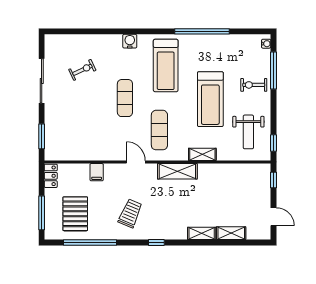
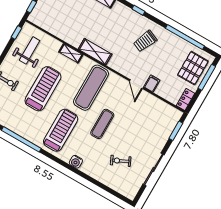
exercise mat: (159, 130) -> (91, 88), width x1.36, depth x1.45
door: (136, 162) -> (136, 84), moved
pallet: (75, 214) -> (193, 68), moved

